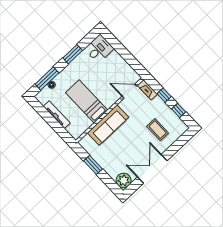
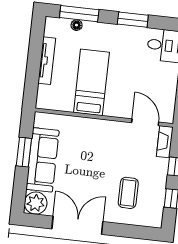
sofa: (108, 125) -> (43, 160), moved, turned -90

